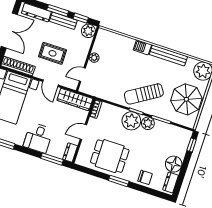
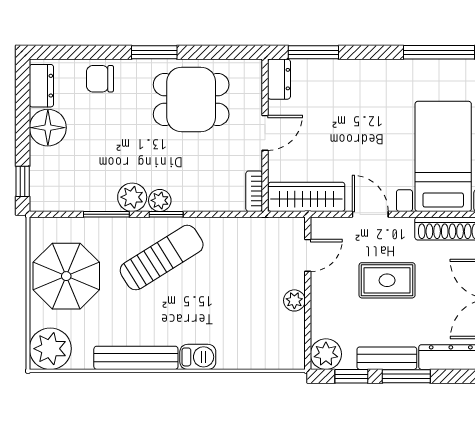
plant: (131, 121) -> (160, 200), width x0.53, depth x0.53
desk: (38, 138) -> (358, 88), removed

